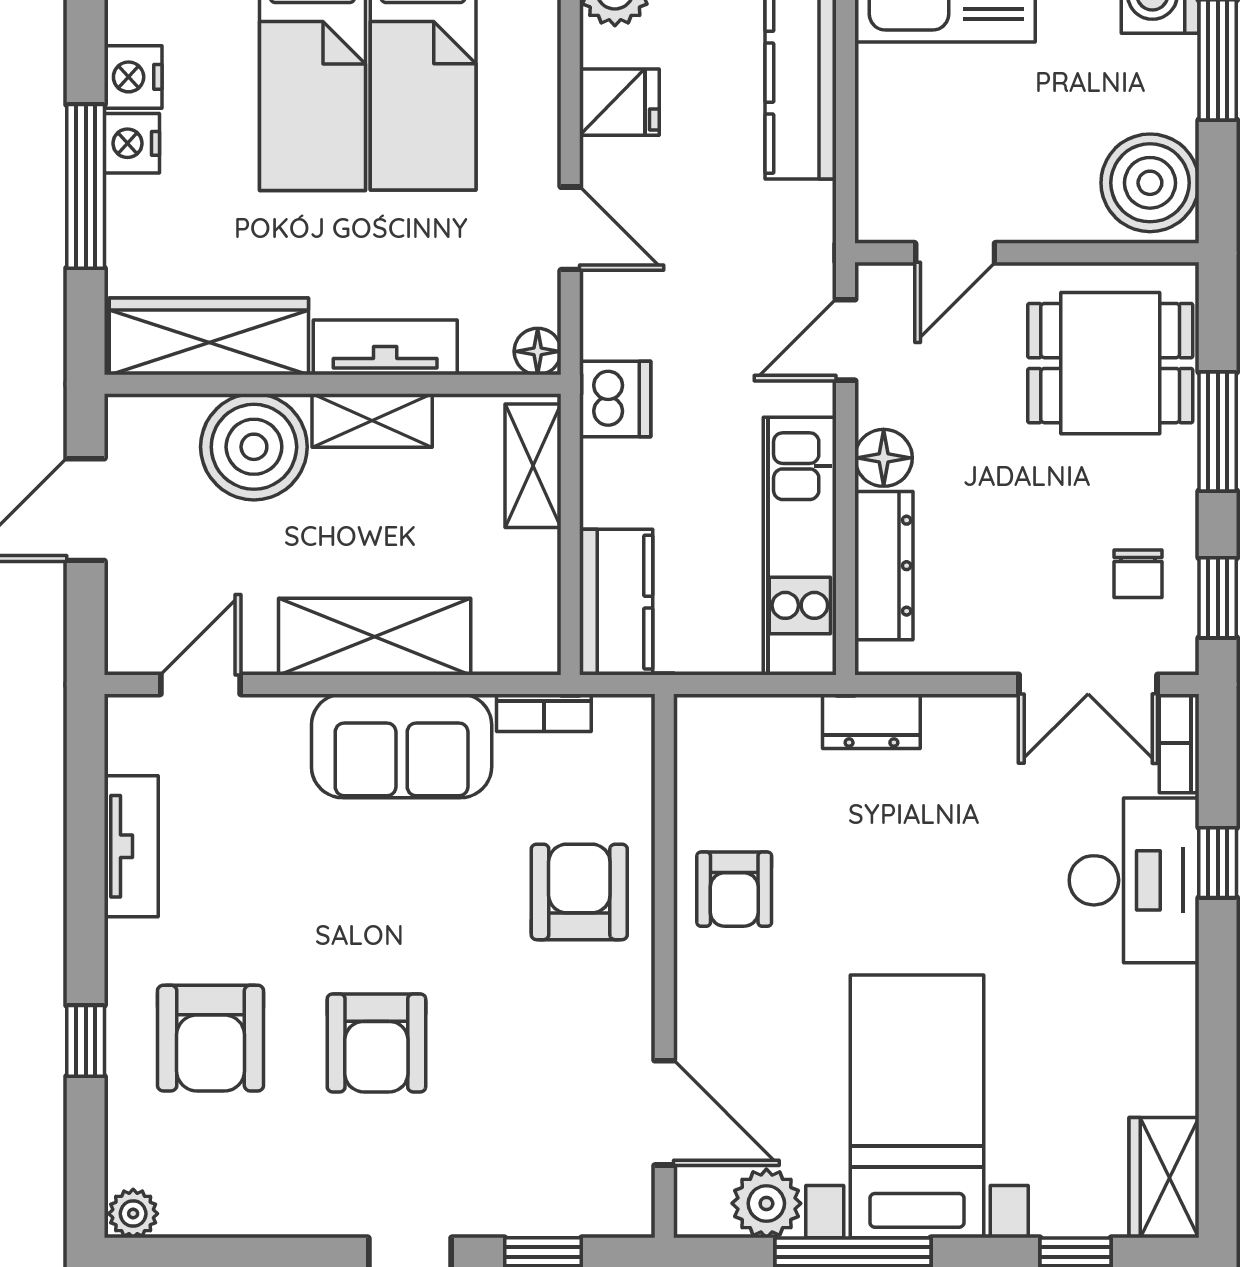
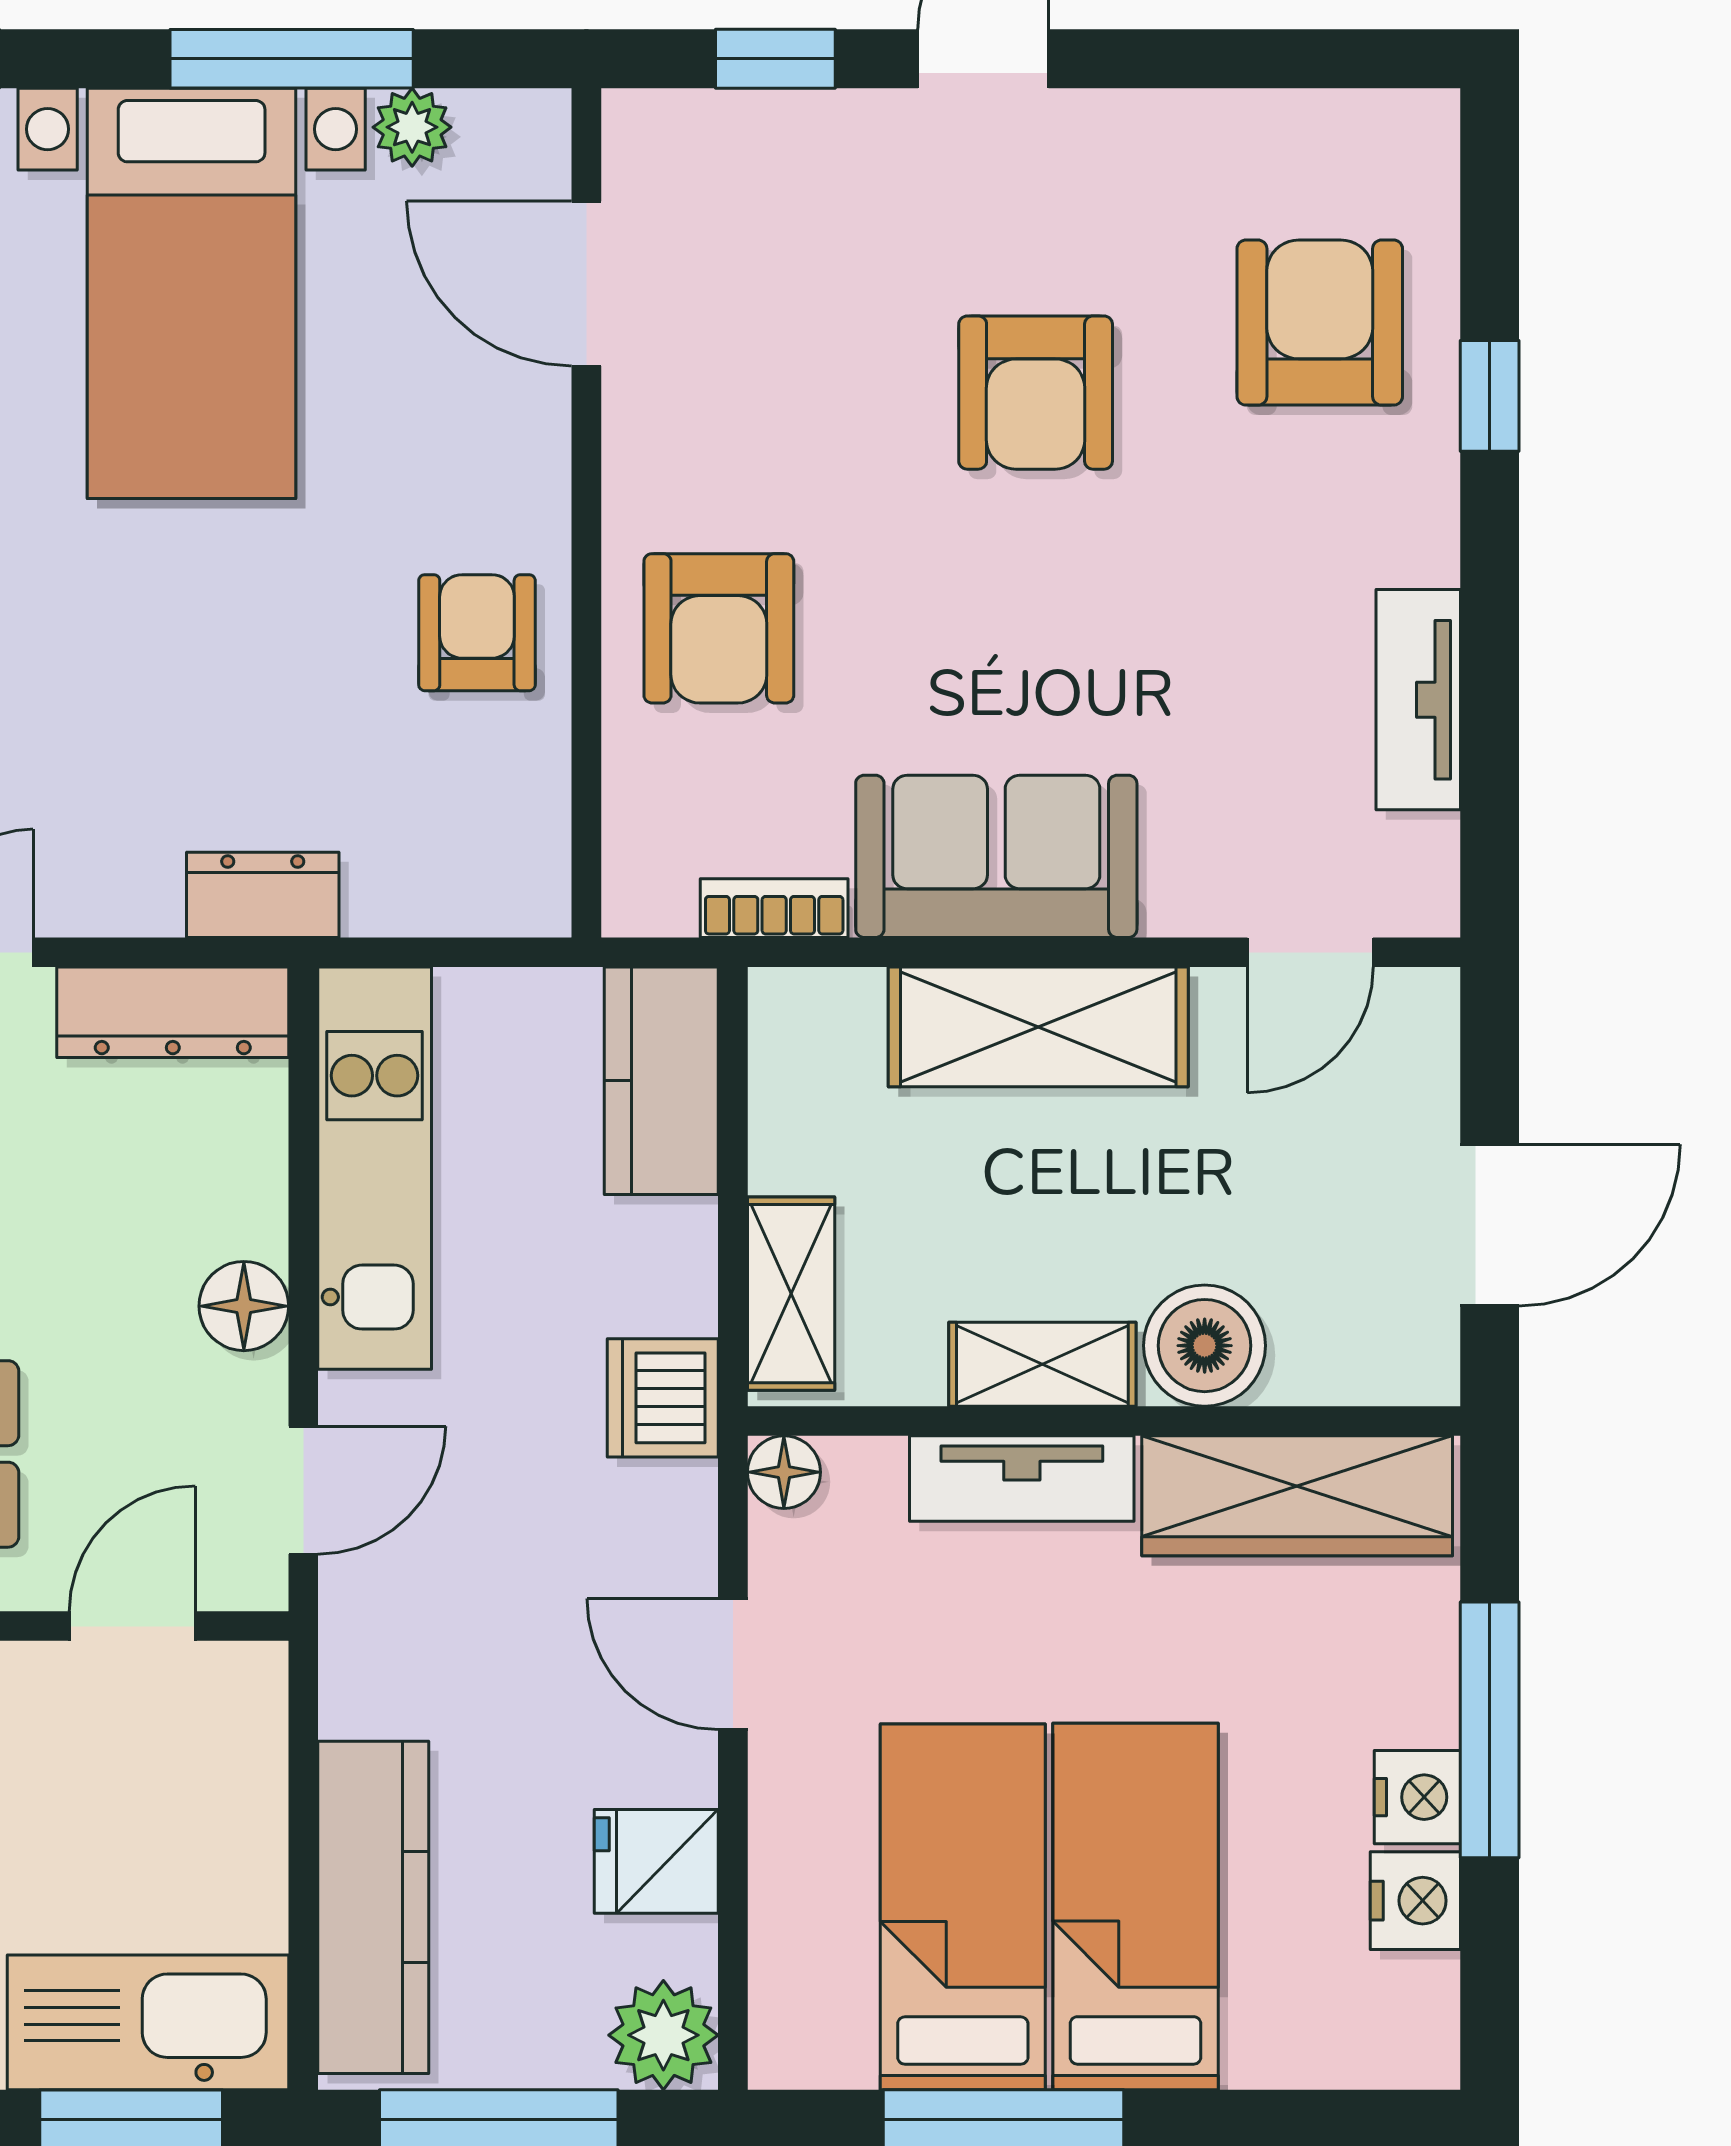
boiler: (254, 447) -> (1205, 1346), width x0.73, depth x0.73
dresser: (884, 566) -> (173, 1012), moved, turned -90
armchair: (211, 1038) -> (1320, 323), moved
armchair: (376, 1043) -> (1036, 393), turned 180
plant: (766, 1203) -> (412, 127), width x0.73, depth x0.73
plant: (133, 1214) -> (1415, 126), removed

